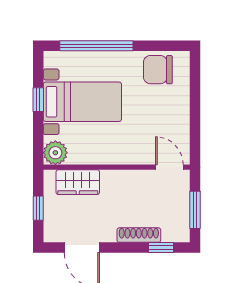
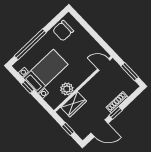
plant: (55, 153) -> (67, 89), moved
window: (161, 248) -> (116, 113), moved

